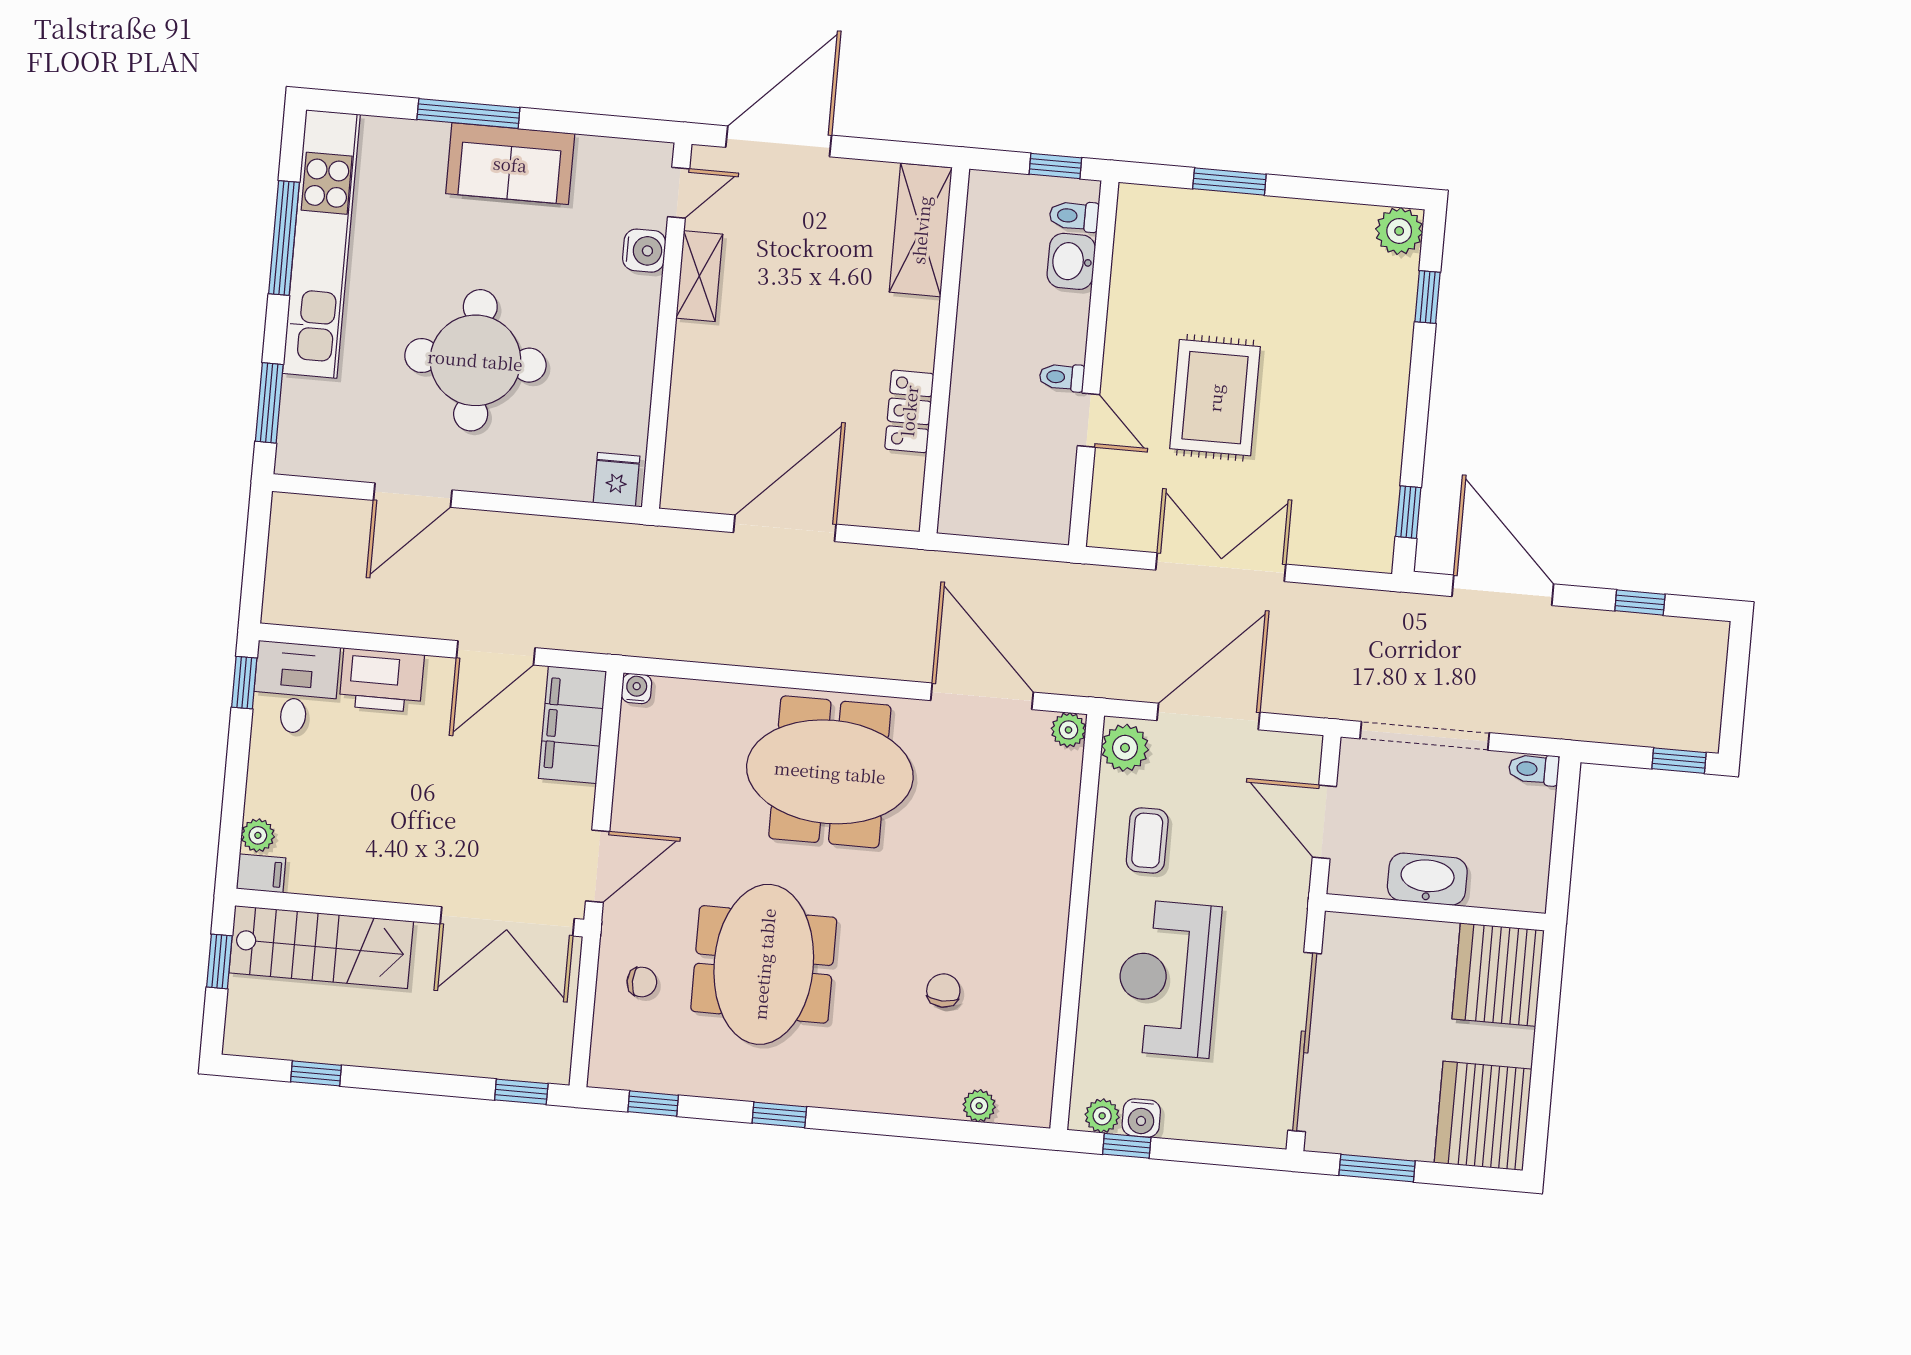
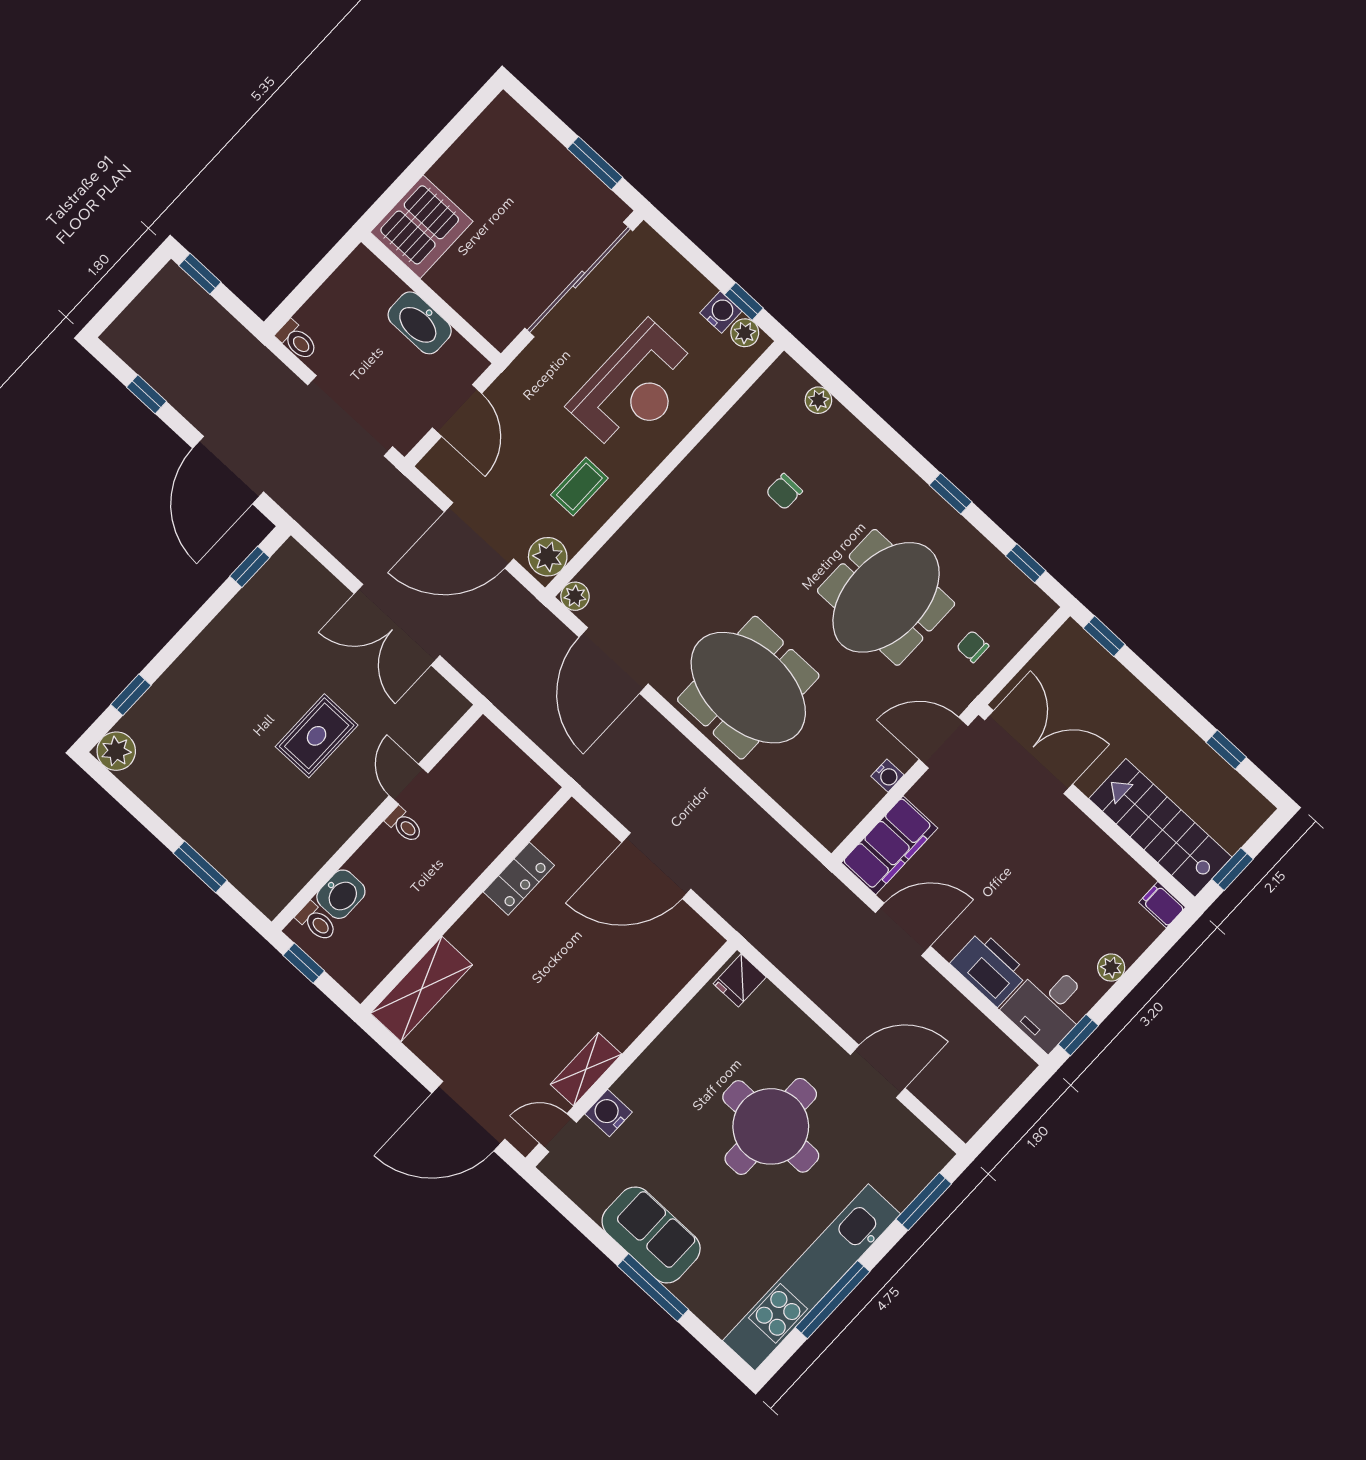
rug: (1215, 398) -> (317, 736), width x0.73, depth x0.70
water cooler: (636, 688) -> (887, 776), moved, turned -90
plant: (258, 835) -> (1111, 968), moved
server rack: (1483, 1116) -> (501, 144), removed

